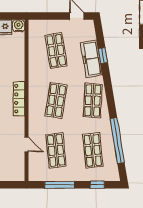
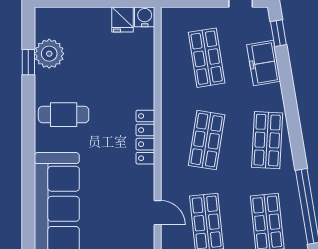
window: (103, 56) -> (278, 33), moved
freezer: (91, 59) -> (264, 63), width x0.71

